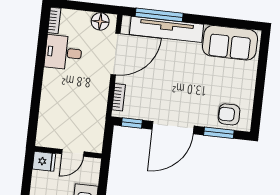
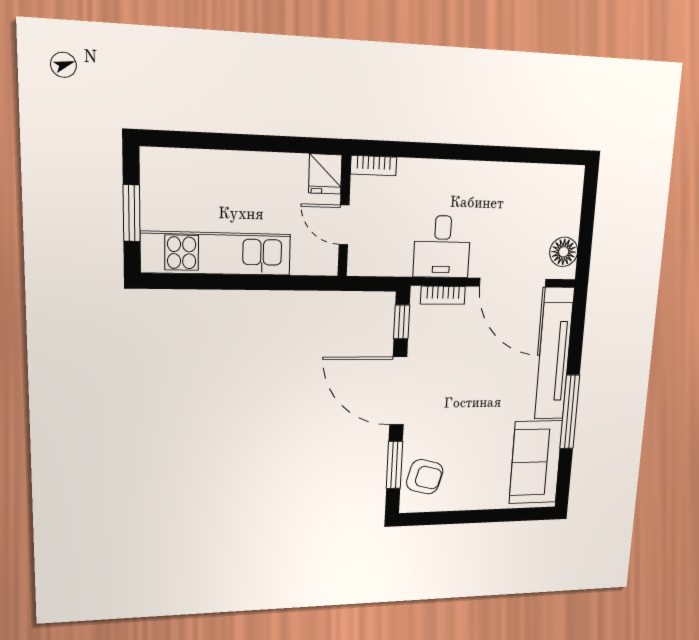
window: (159, 15) -> (570, 412), moved
bookcase: (54, 20) -> (374, 166), moved
desk: (63, 52) -> (442, 247), moved, turned 180
armchair: (229, 114) -> (425, 477), turned 105

